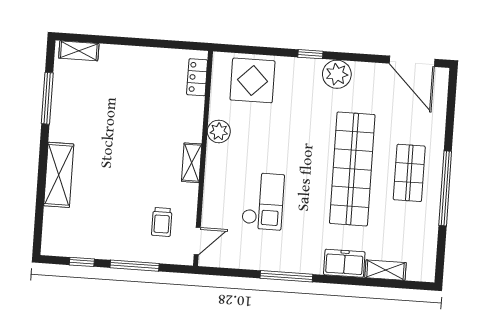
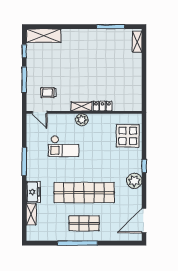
locker: (197, 77) -> (103, 106), moved
plant: (219, 131) -> (82, 120), moved
shelving: (59, 175) -> (44, 36), moved

